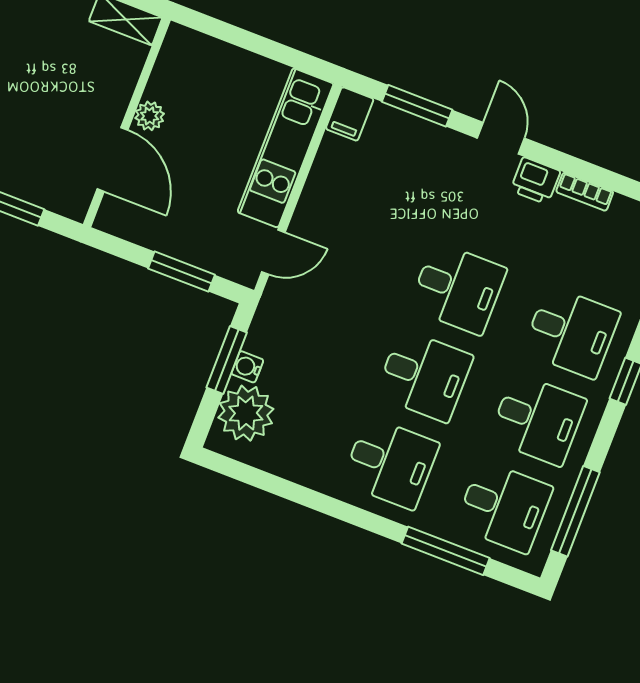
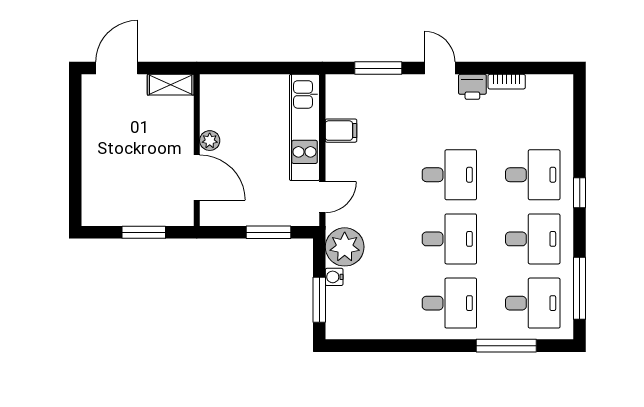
filing cabinet: (350, 114) -> (341, 131), moved, turned -90
window: (227, 360) -> (319, 300), moved
plant: (246, 413) -> (345, 247), moved

